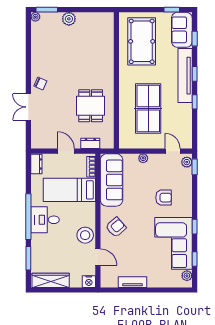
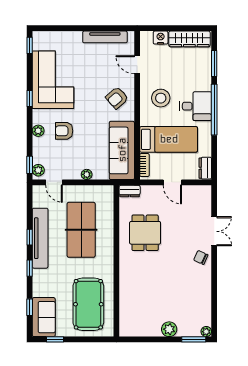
tv unit: (185, 76) -> (40, 238), moved
dresser: (90, 143) -> (130, 191), moved
stool: (85, 235) -> (161, 98), moved
window: (195, 259) -> (30, 45), moved
plant: (187, 276) -> (38, 131), moved
nightstand: (89, 282) -> (161, 38), moved
tv unit: (133, 282) -> (105, 37), width x1.41

